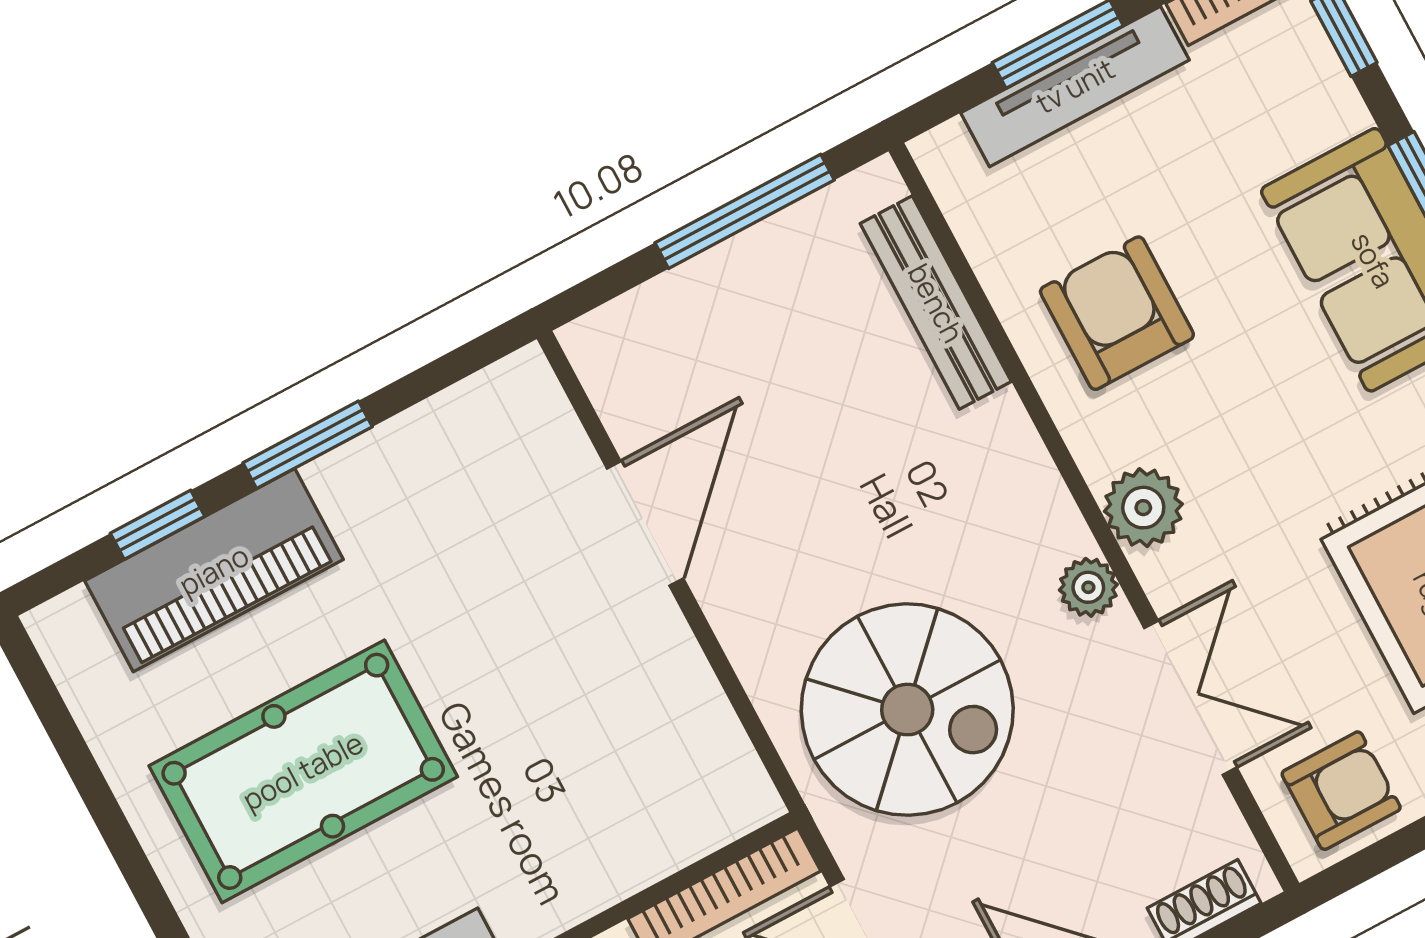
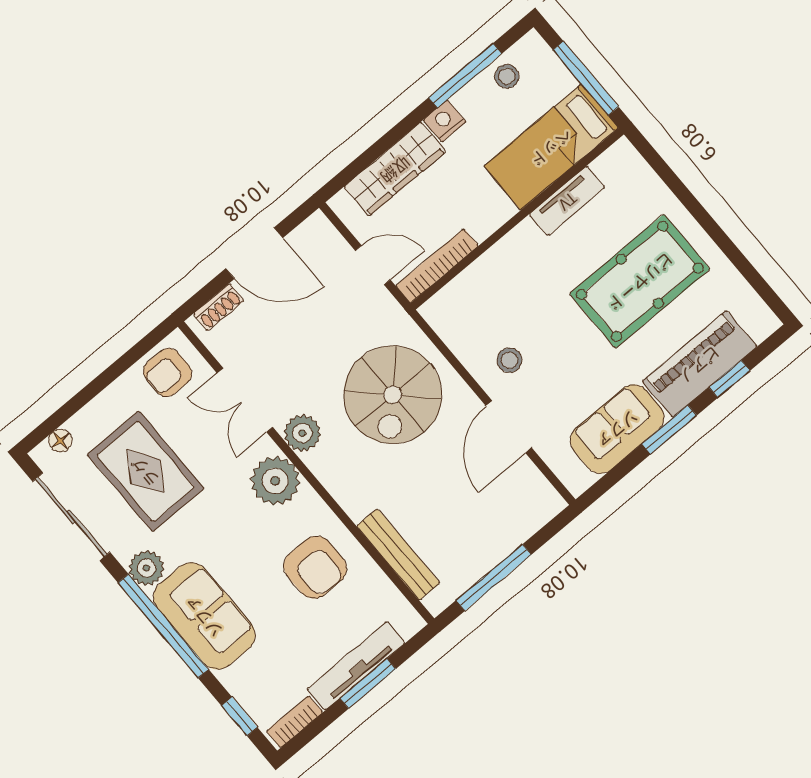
sofa: (417, 469) -> (617, 429), added
plant: (1143, 508) -> (275, 481), width x1.36, depth x1.36
plant: (1088, 587) -> (302, 433), width x1.38, depth x1.38
stool: (614, 663) -> (509, 360), added
spiral stairs: (907, 710) -> (393, 395), moved, turned -90

